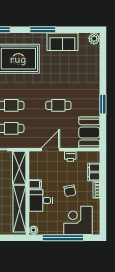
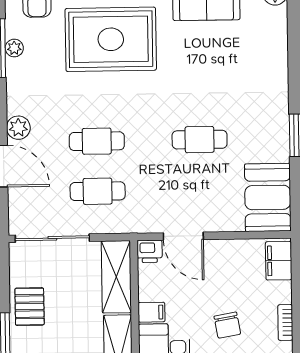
door: (50, 150) -> (183, 236), swing flipped
printer: (70, 156) -> (150, 251), moved
filing cabinet: (94, 172) -> (279, 261), moved

